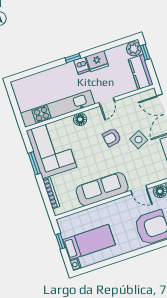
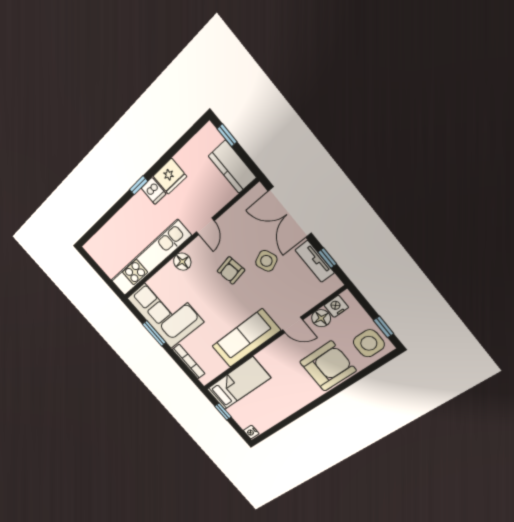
plant: (134, 49) -> (210, 137), removed
bed: (89, 242) -> (238, 383), moved

